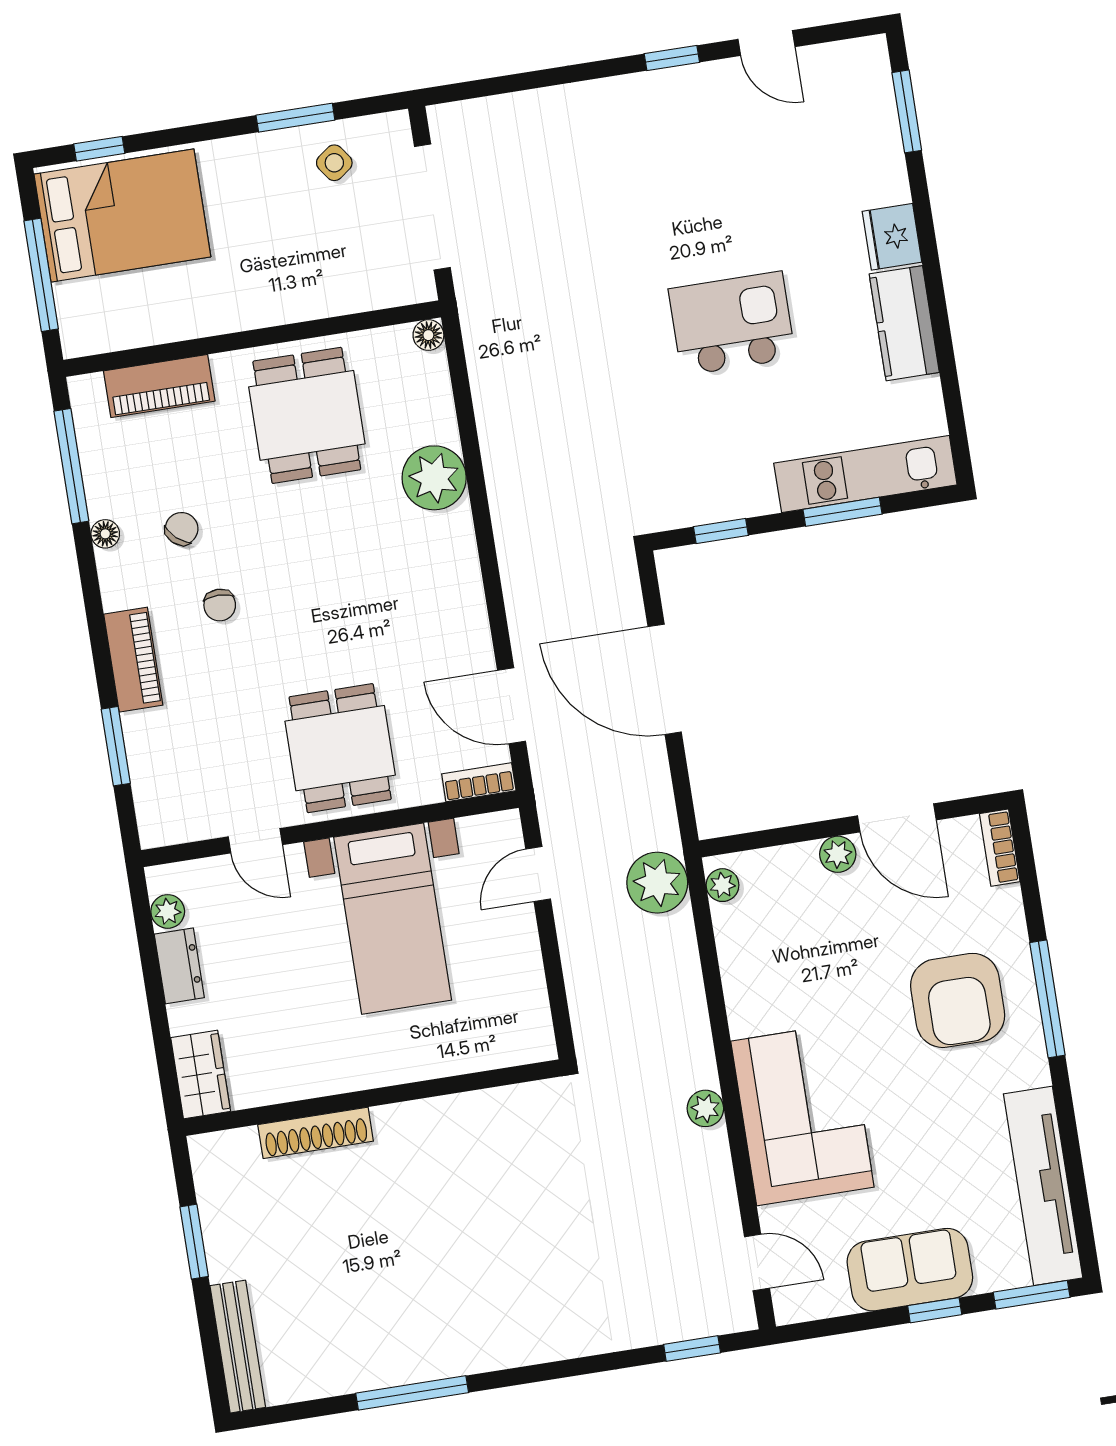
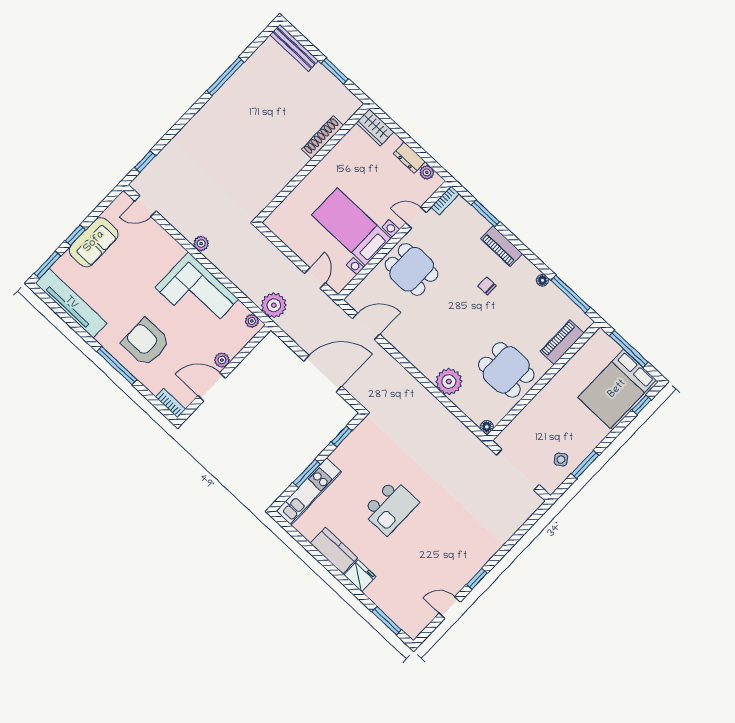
chair: (182, 529) -> (519, 301), removed
bookcase: (479, 782) -> (445, 200), moved
corner sofa: (802, 1114) -> (197, 293), moved

